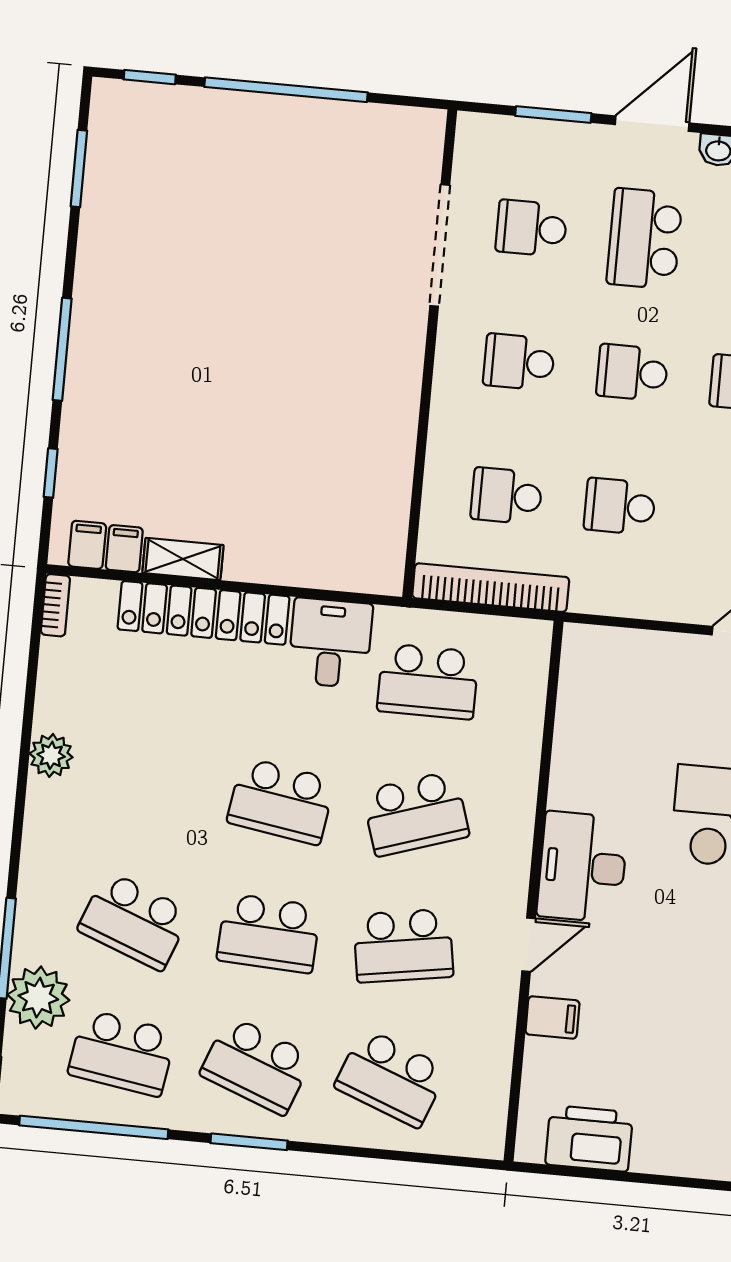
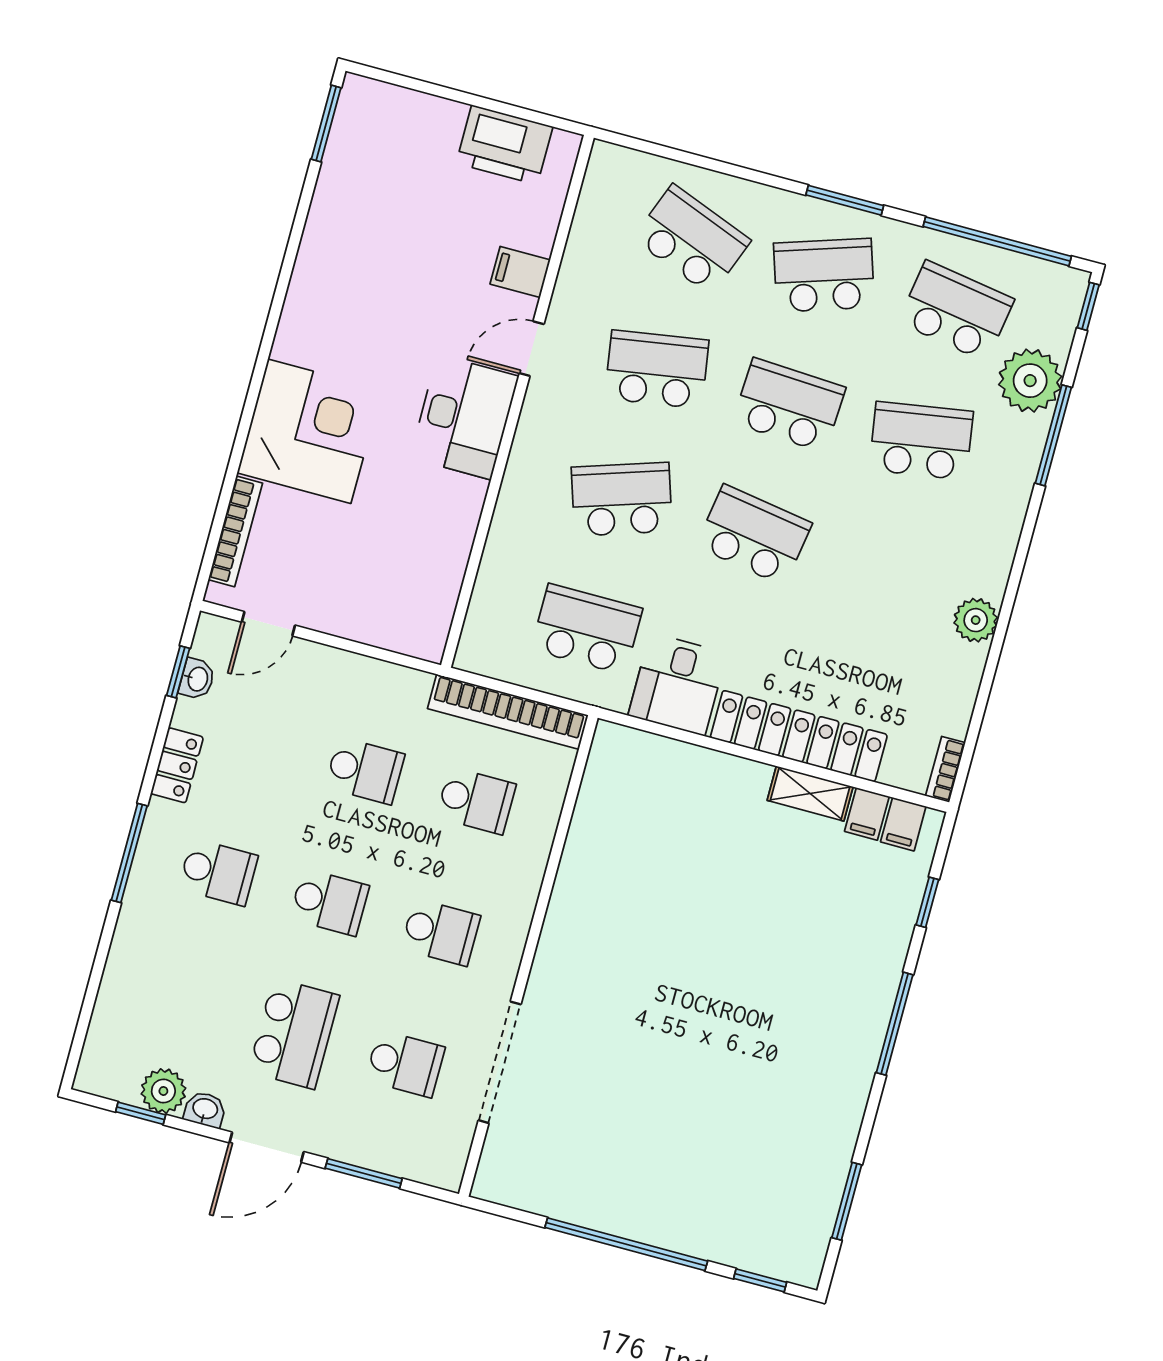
school desk: (134, 921) -> (921, 441), turned -30
school desk: (257, 1065) -> (824, 275), turned -39

